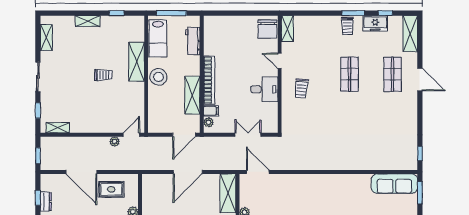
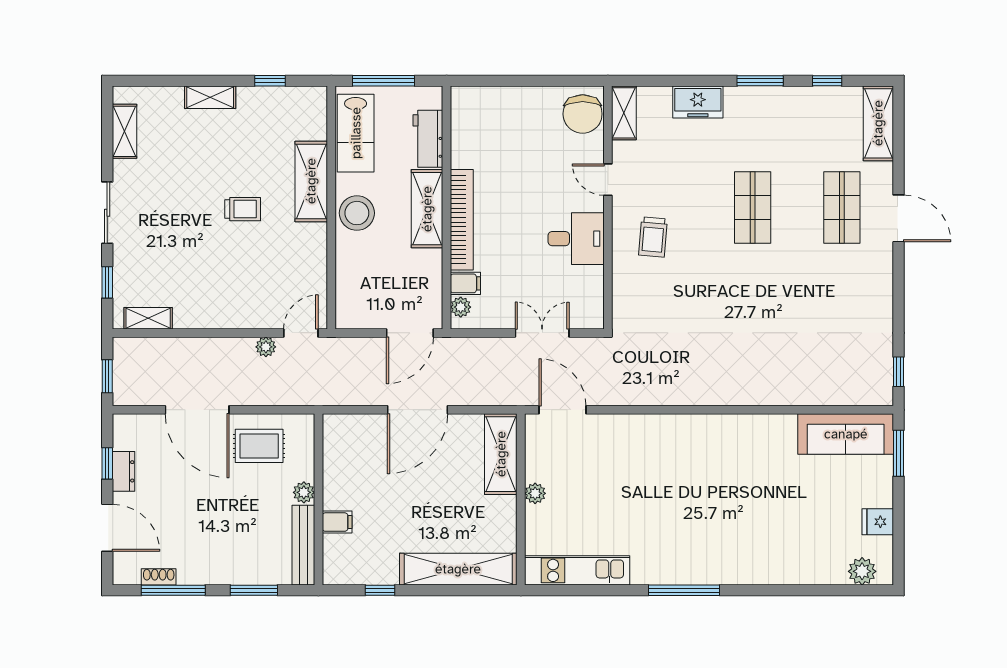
freezer: (375, 23) -> (698, 102), moved
trolley: (347, 26) -> (748, 108), removed
shelving: (192, 95) -> (427, 209), moved

